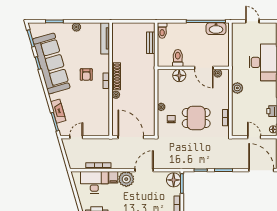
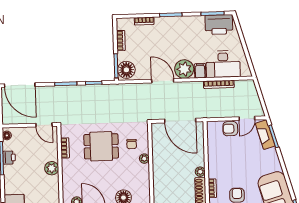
plant: (237, 88) -> (52, 168), moved
fireplace: (58, 111) -> (265, 135), moved
armchair: (90, 129) -> (230, 129), added
door: (254, 137) -> (44, 125), moved
door: (144, 170) -> (163, 81), swing flipped

